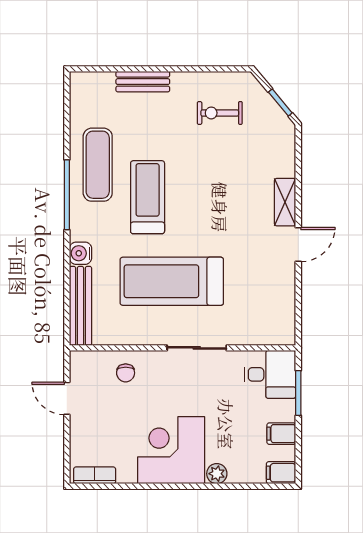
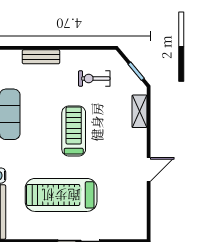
treadmill: (148, 197) -> (74, 131), moved
shelving: (285, 202) -> (139, 111), moved

